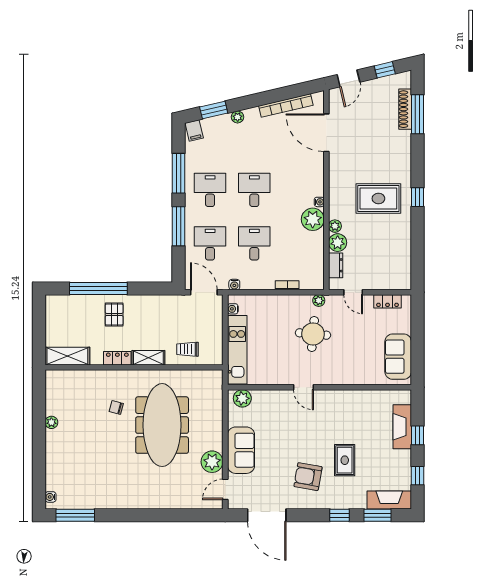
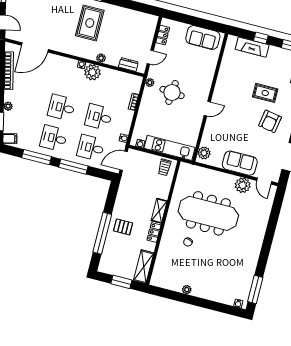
plant: (338, 243) -> (113, 59), removed
window: (39, 331) -> (121, 282), added
trolley: (187, 349) -> (164, 167), moved

